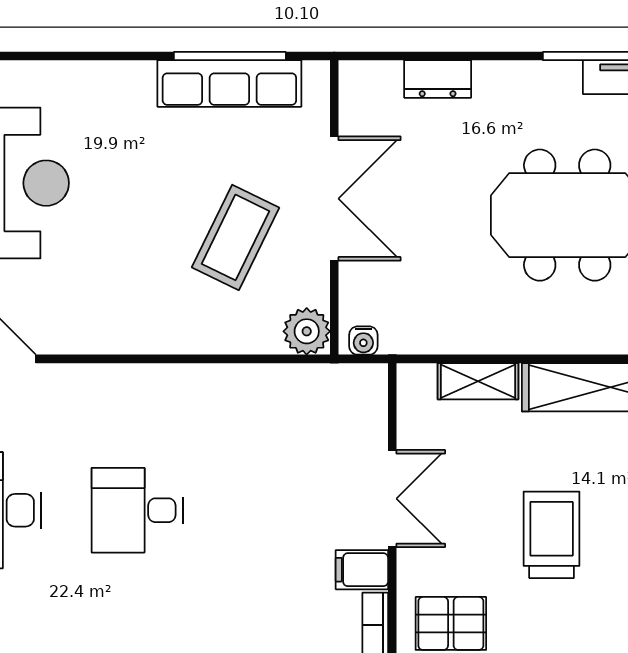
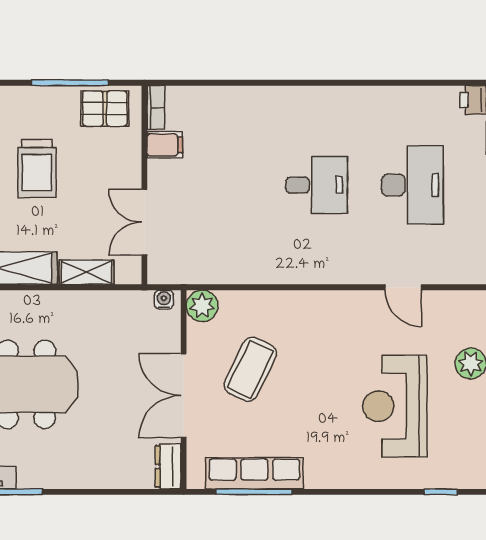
dresser: (438, 79) -> (168, 466), moved, turned -90
double door: (392, 499) -> (144, 222), moved

